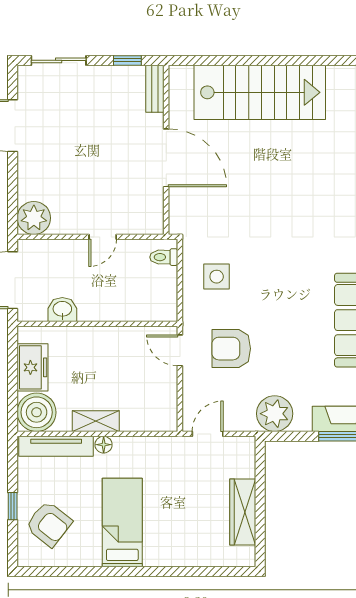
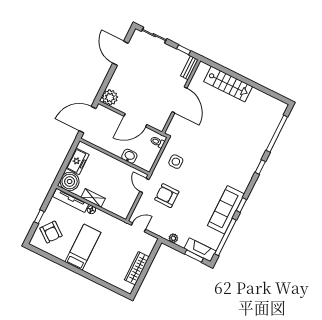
stairs: (260, 92) -> (228, 84), width x0.73, depth x0.66
door: (103, 237) -> (135, 120), width x1.88
washbasin: (62, 310) -> (129, 156), moved
plant: (275, 414) -> (173, 238), width x0.53, depth x0.53

